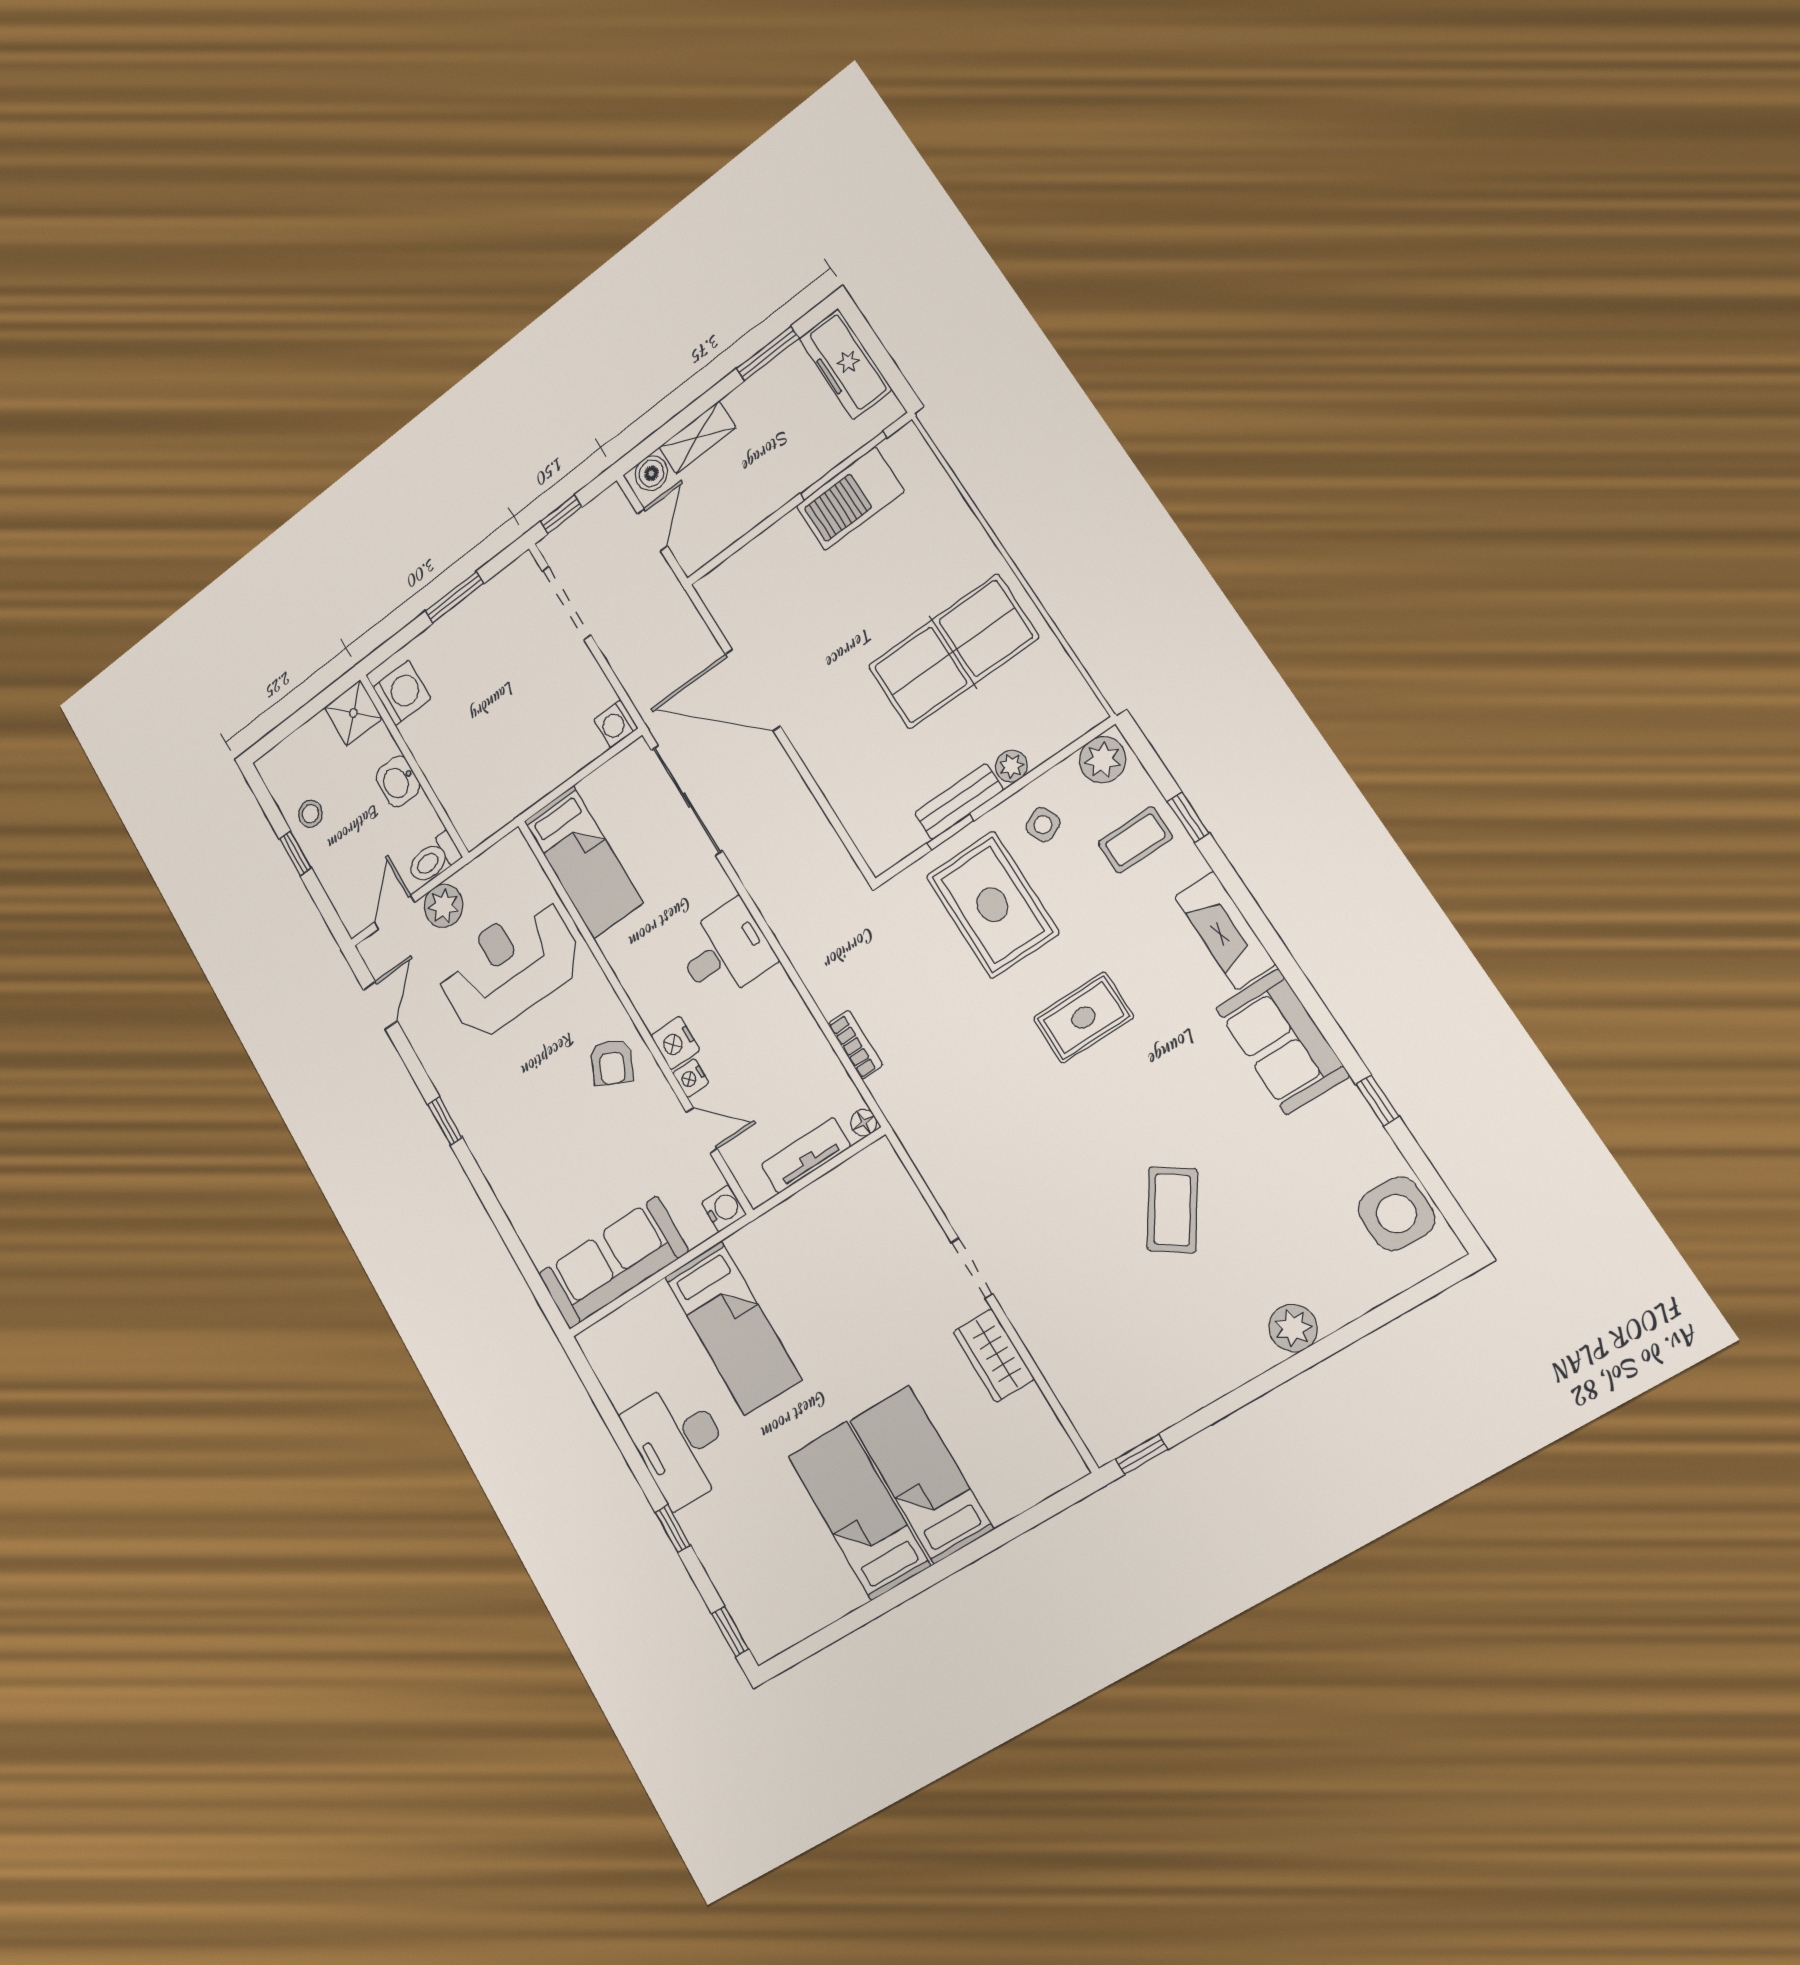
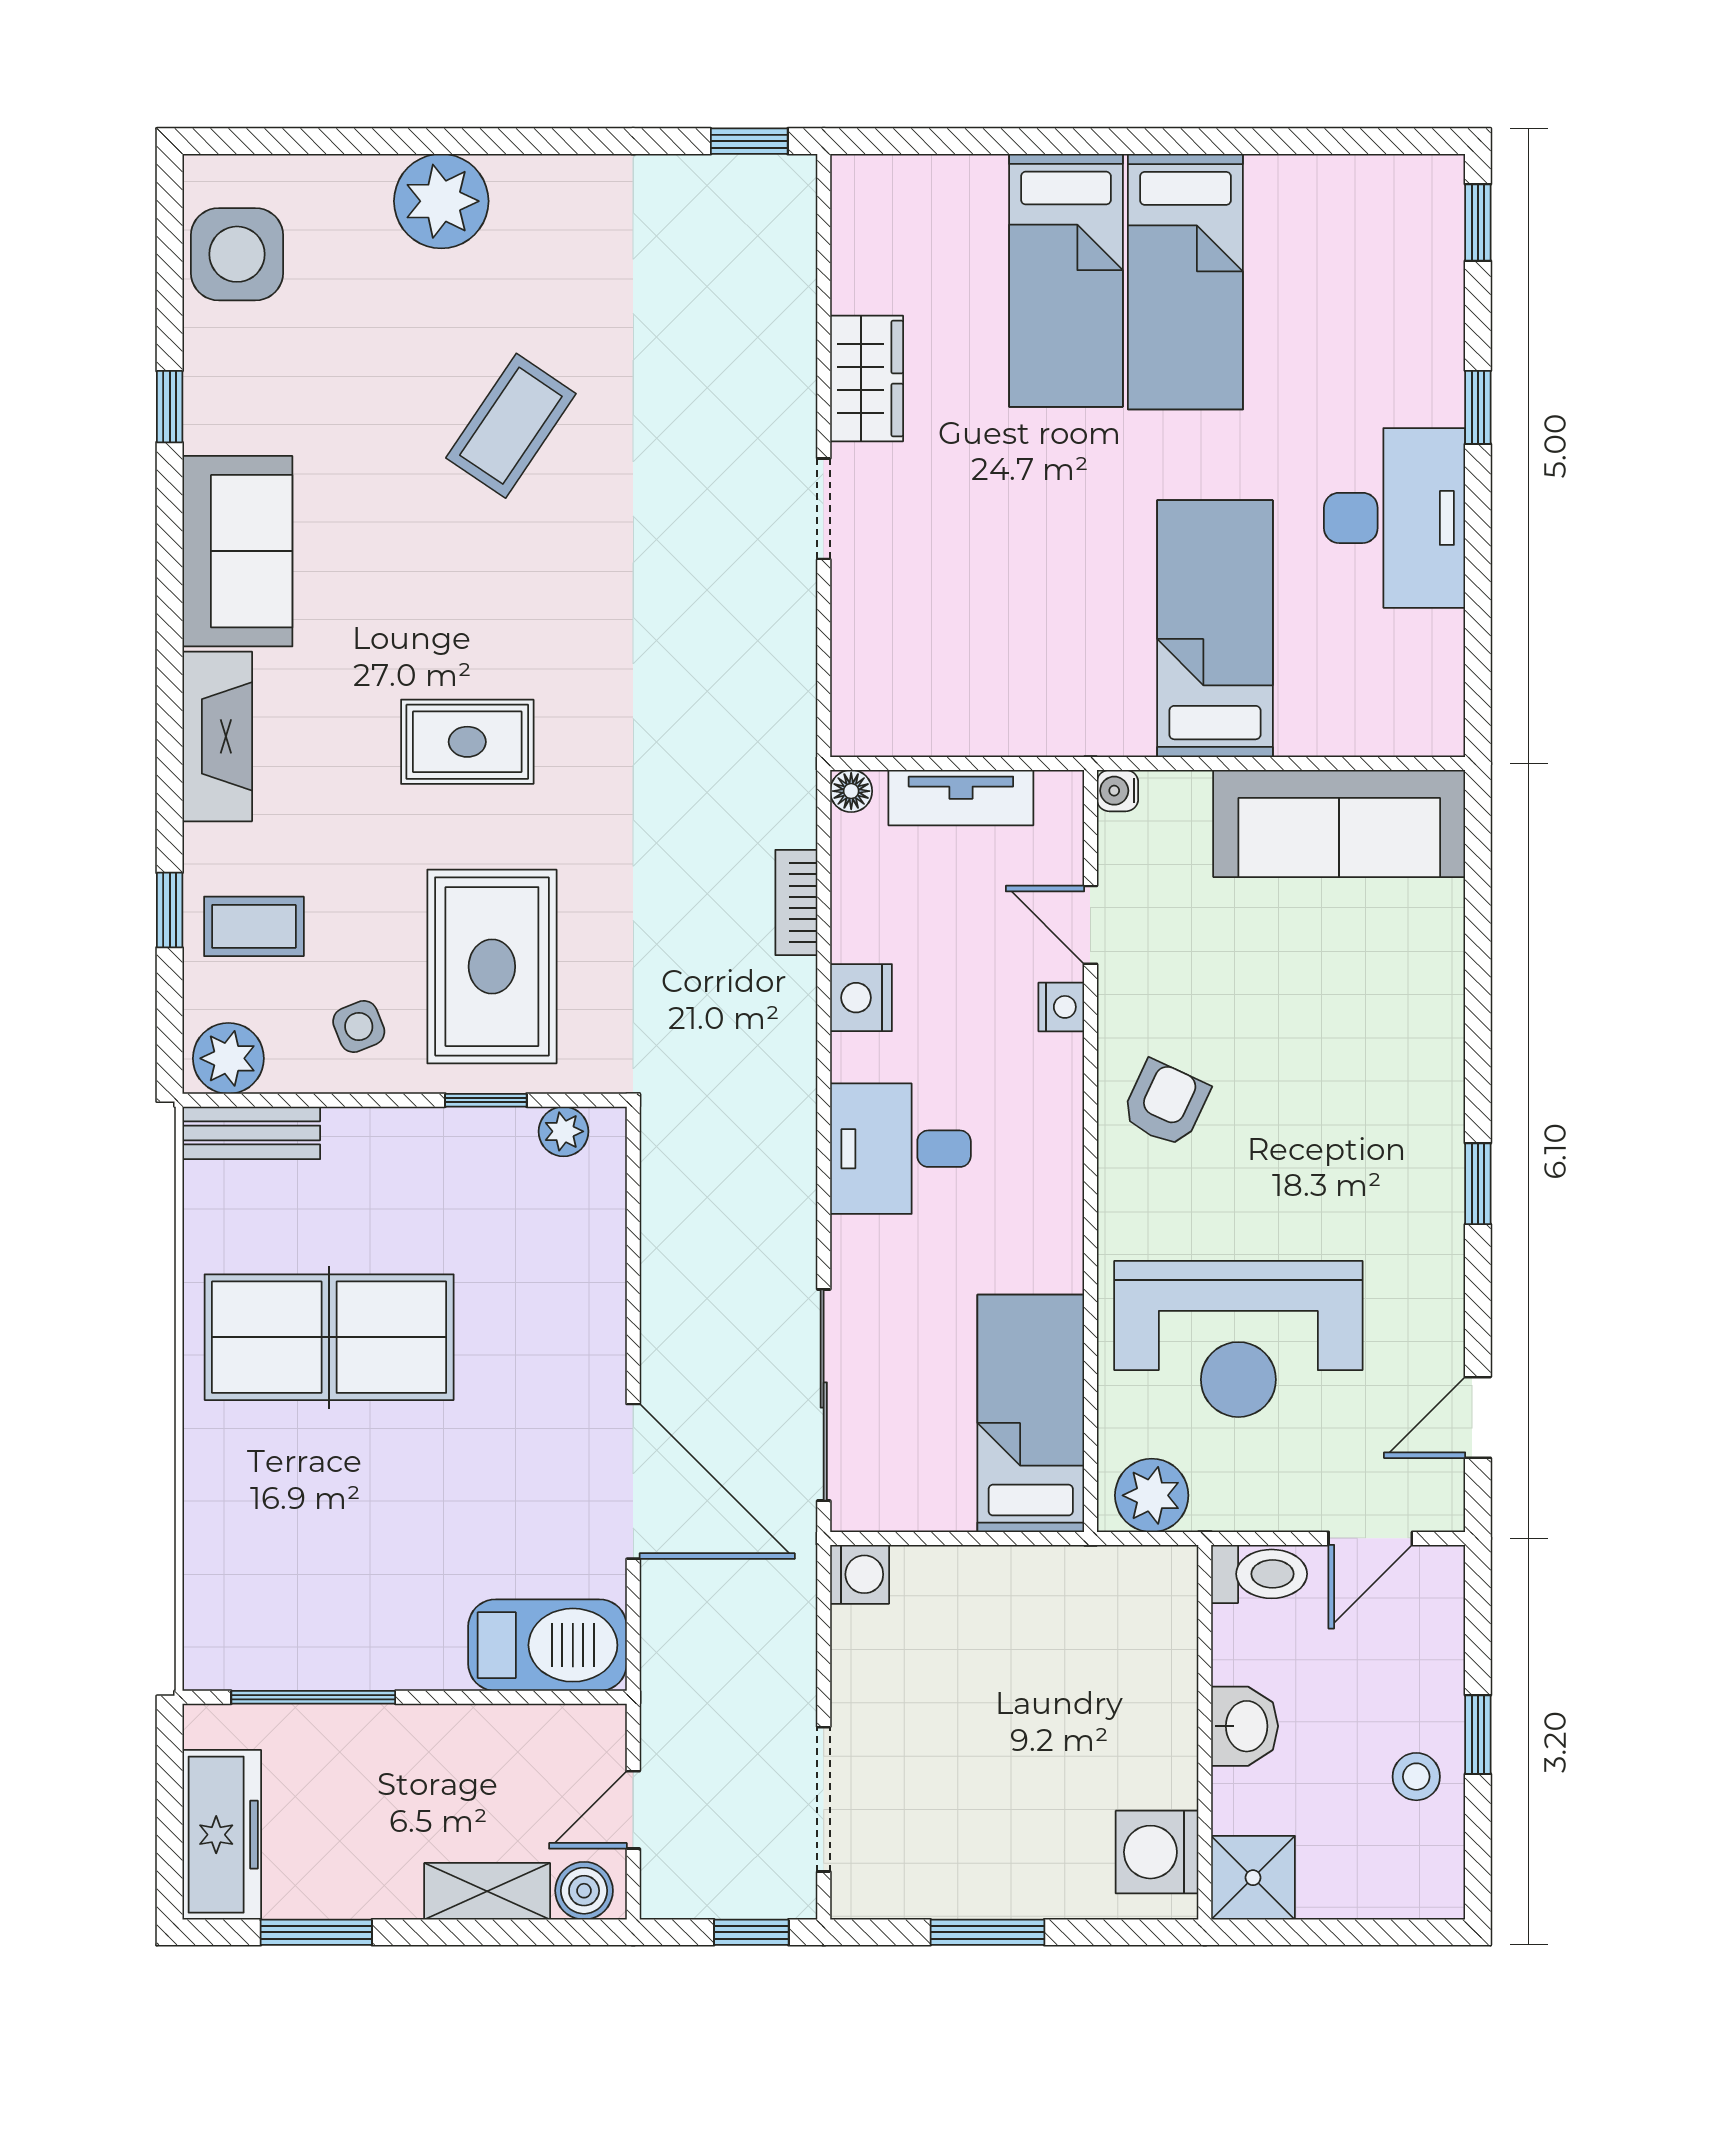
barbecue: (850, 499) -> (548, 1645), moved
plant: (1011, 766) -> (564, 1131), moved
bench: (959, 802) -> (251, 1133), moved
plant: (444, 906) -> (1152, 1495), moved
nightstand: (675, 1043) -> (861, 998), moved, turned 180
water cooler: (724, 1208) -> (1118, 791), width x0.72, depth x0.72
plant: (1293, 1328) -> (441, 201), width x1.36, depth x1.36

